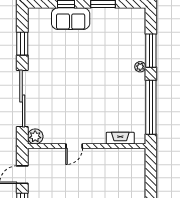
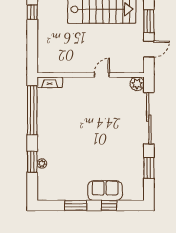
window: (151, 51) -> (32, 162), width x0.69
plant: (140, 67) -> (42, 164), moved
fireplace: (120, 138) -> (50, 82), moved

